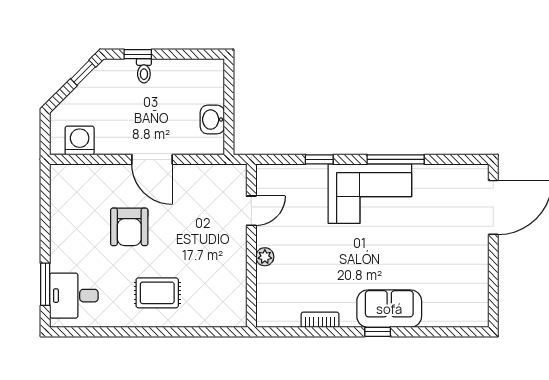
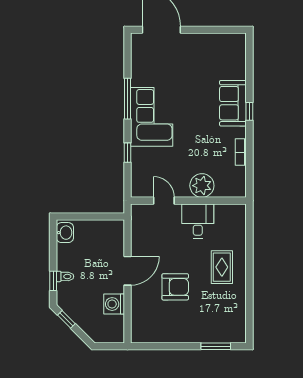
washbasin: (212, 120) -> (65, 233), moved, turned -90
washing machine: (80, 140) -> (114, 304), moved
plant: (265, 257) -> (202, 186), width x1.87, depth x1.87
desk: (74, 296) -> (198, 221), moved, turned 180

